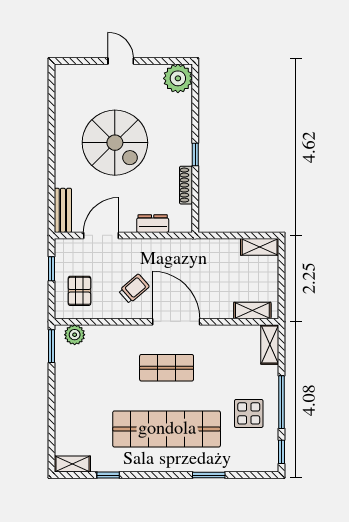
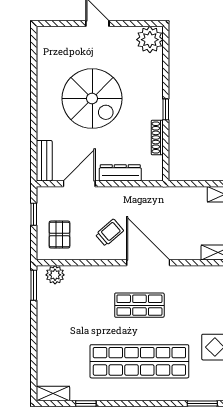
dresser: (153, 224) -> (120, 173), width x1.44
window: (209, 475) -> (202, 404), moved

